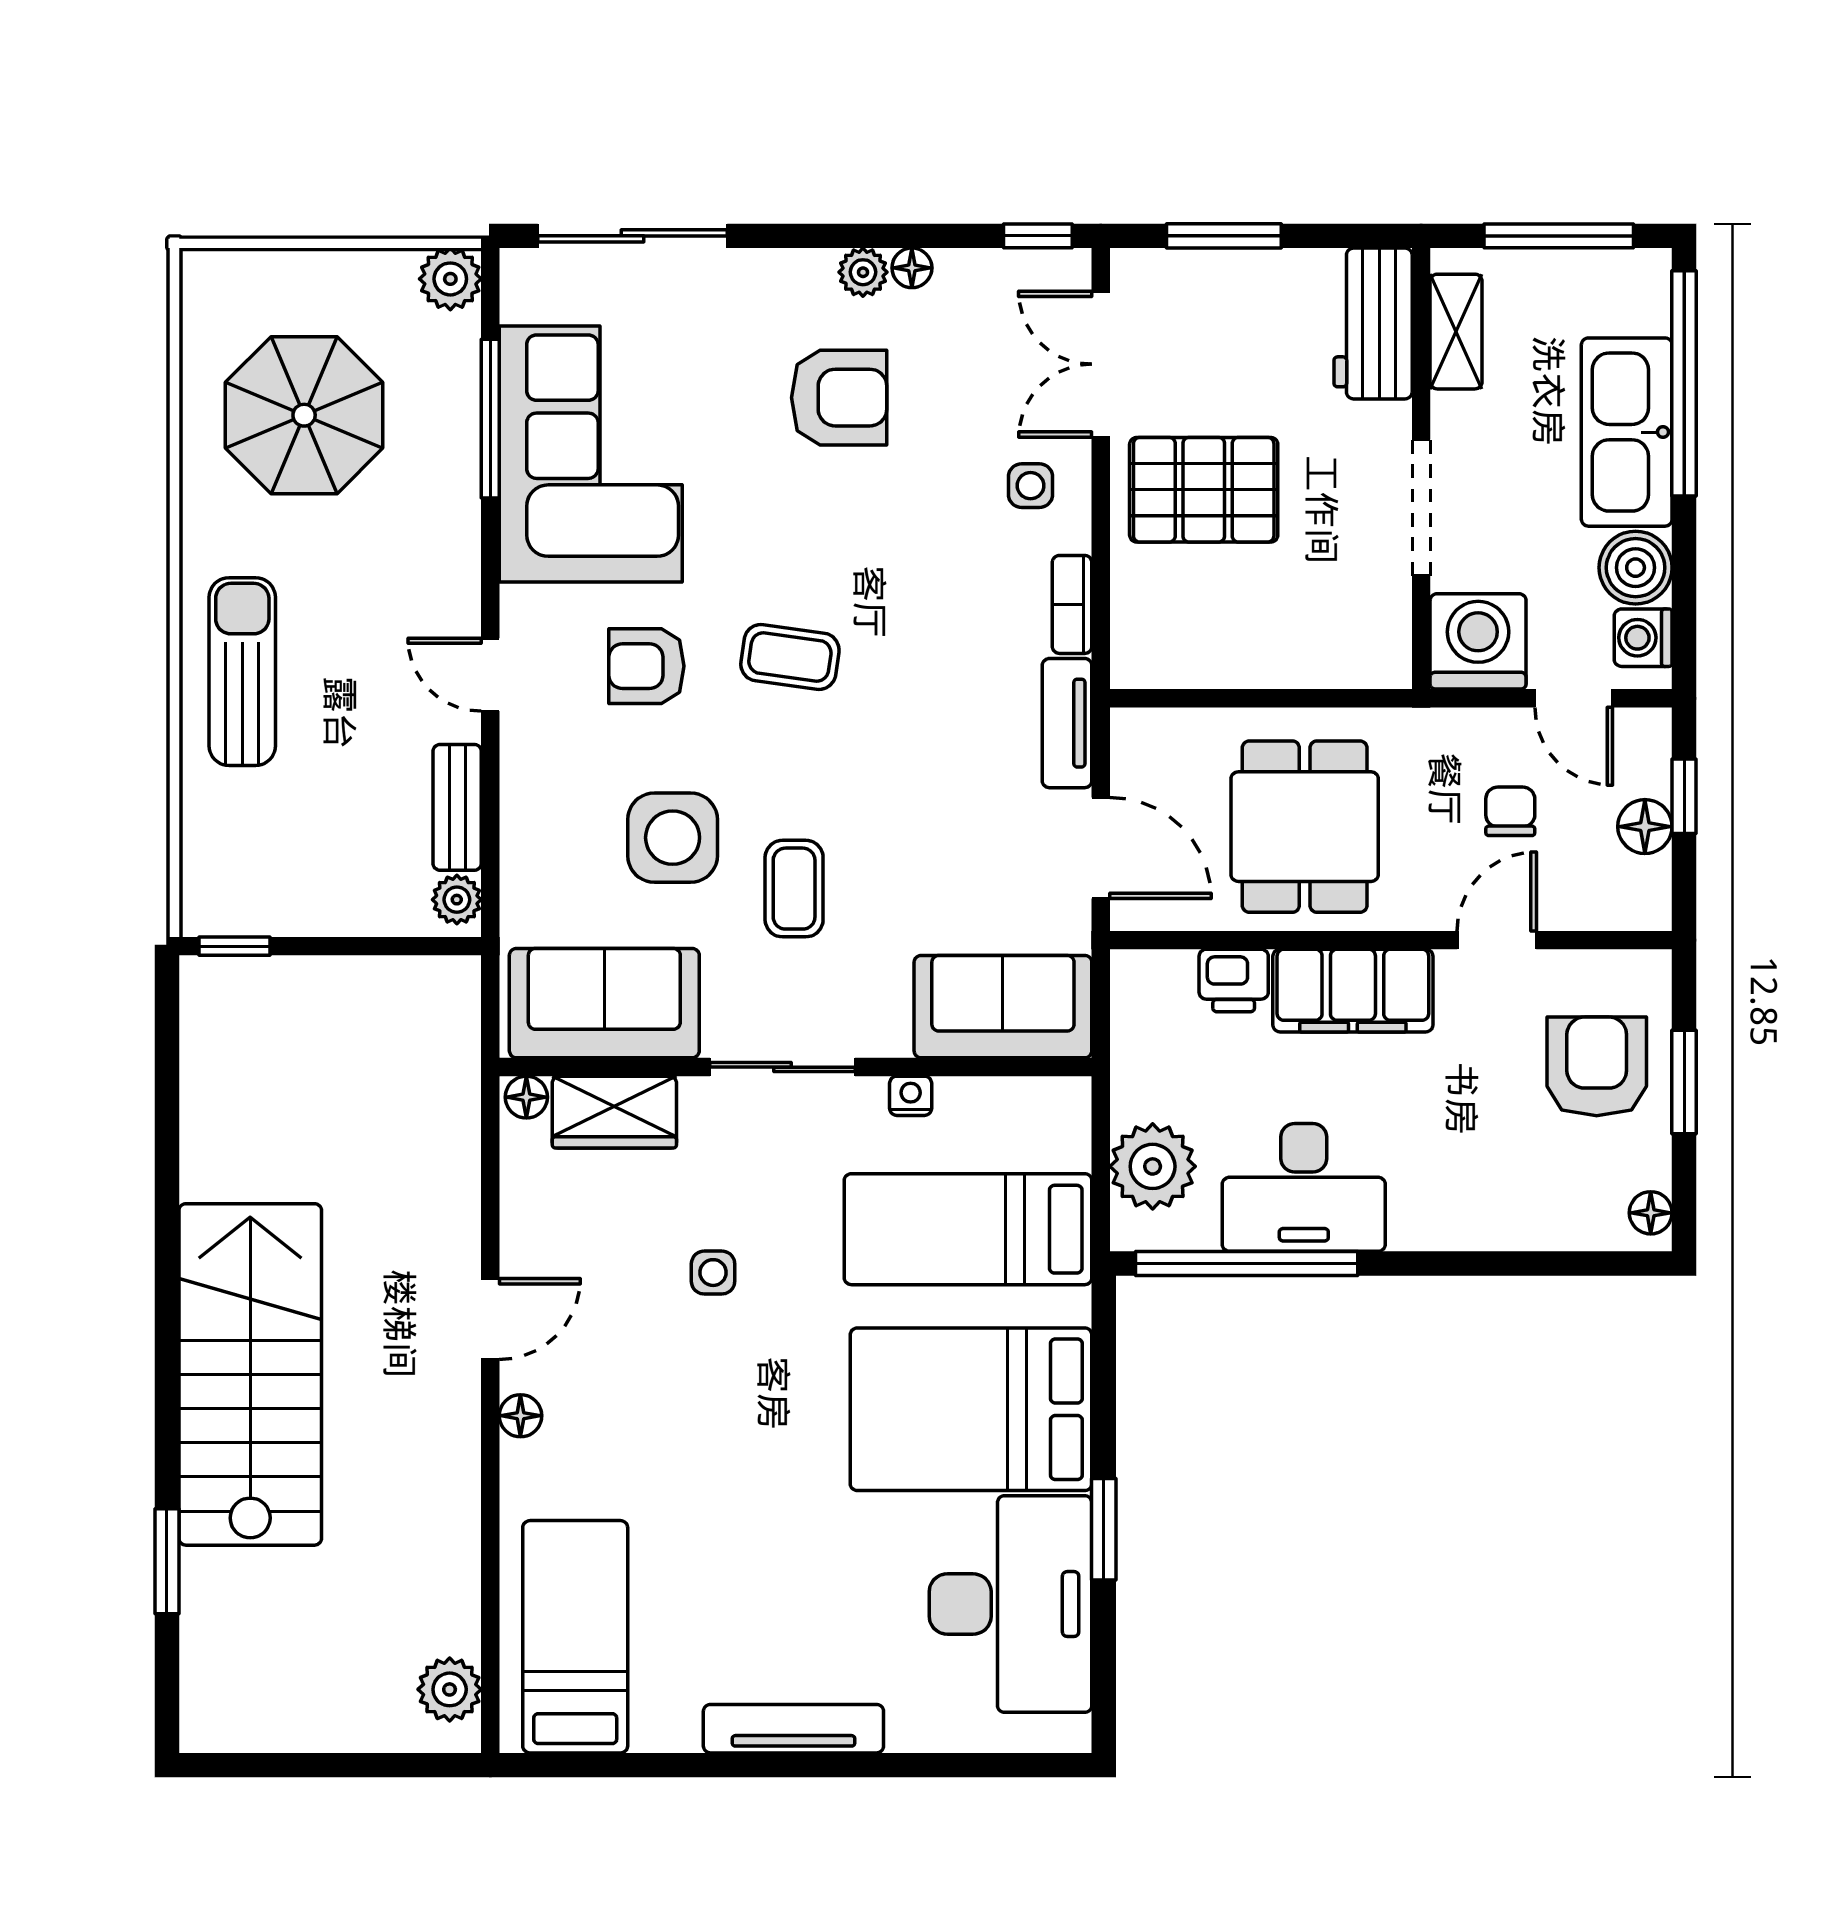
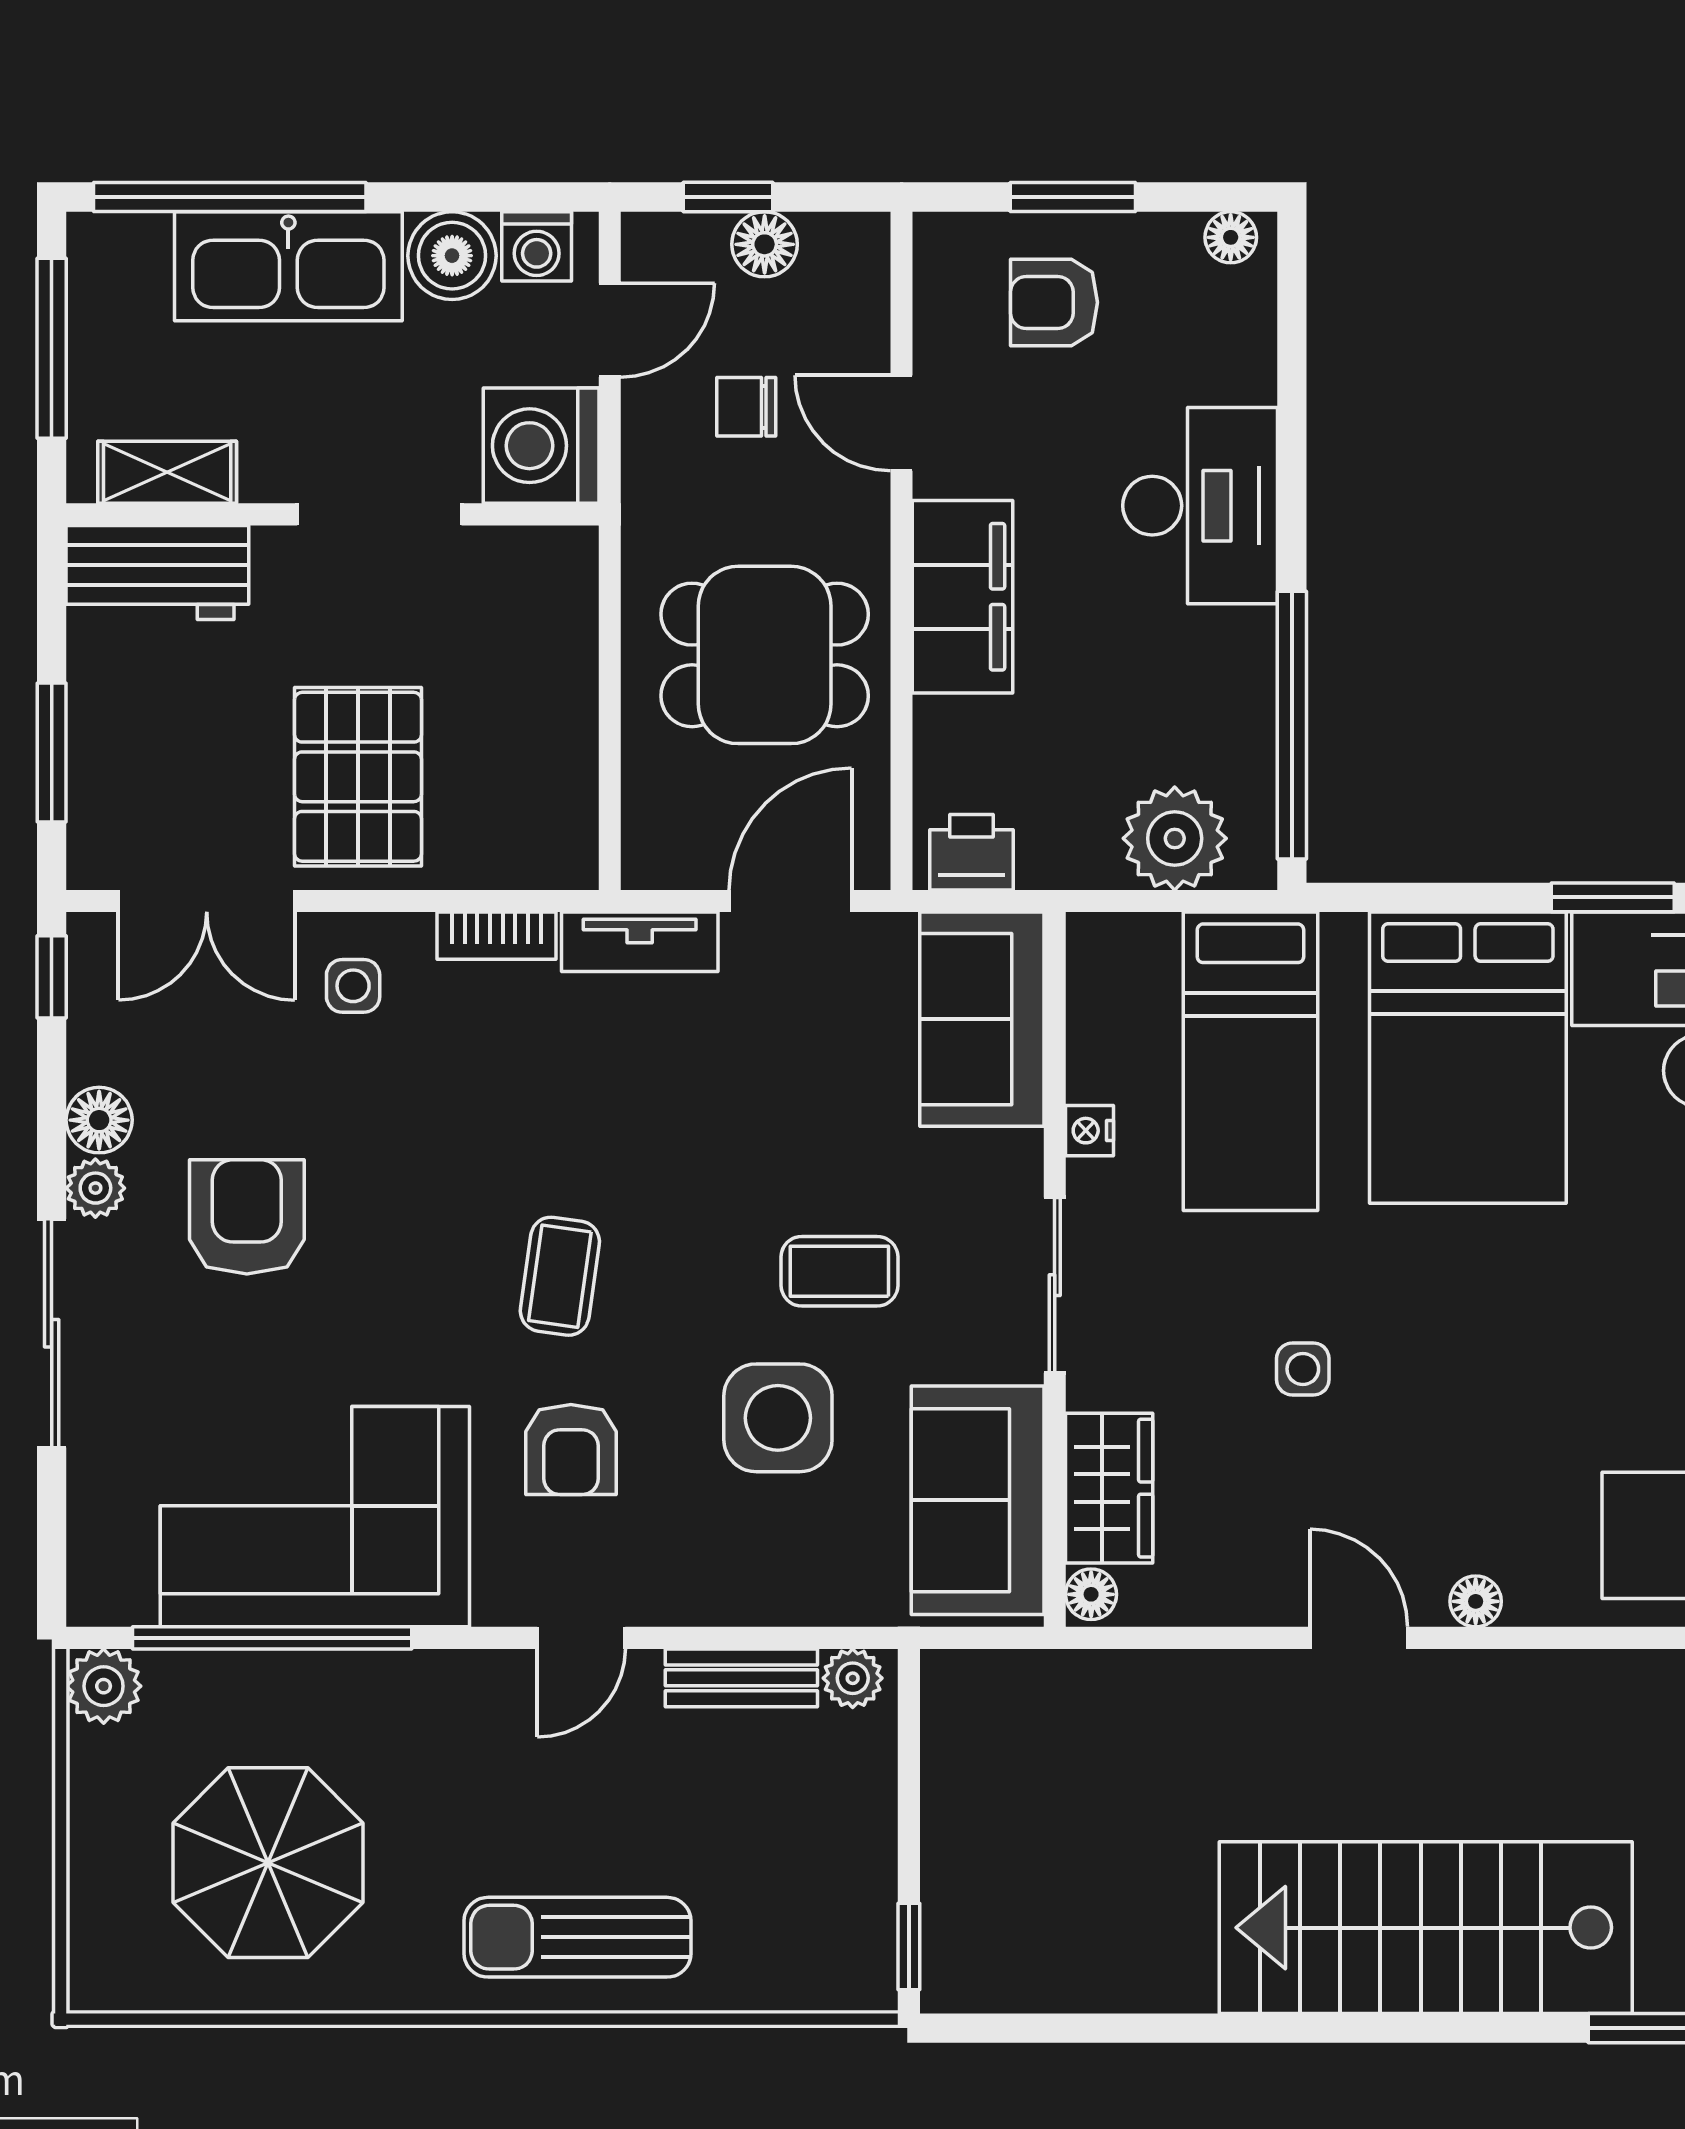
sliding door: (632, 236) -> (52, 1333), moved
floor lamp: (912, 268) -> (99, 1120), width x1.37, depth x1.37
window: (490, 419) -> (272, 1638), width x1.46
printer: (1234, 980) -> (972, 852), moved, turned -90
armchair: (1597, 1066) -> (1054, 302), width x0.72, depth x0.72
desk: (1304, 1187) -> (1200, 506), moved

